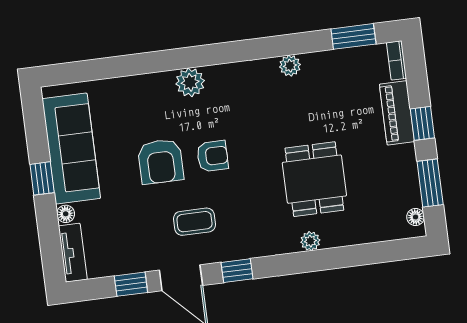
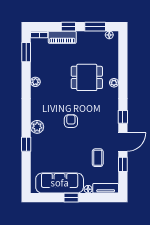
window: (148, 63) -> (26, 144), added
armchair: (161, 161) -> (70, 144), removed
coffee table: (194, 222) -> (98, 158), moved

